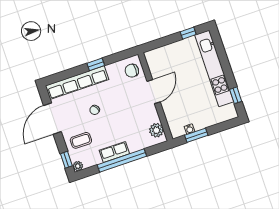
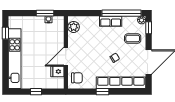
window: (188, 33) -> (36, 92), moved
fridge: (158, 70) -> (57, 71), added
window: (122, 161) -> (122, 13), moved

